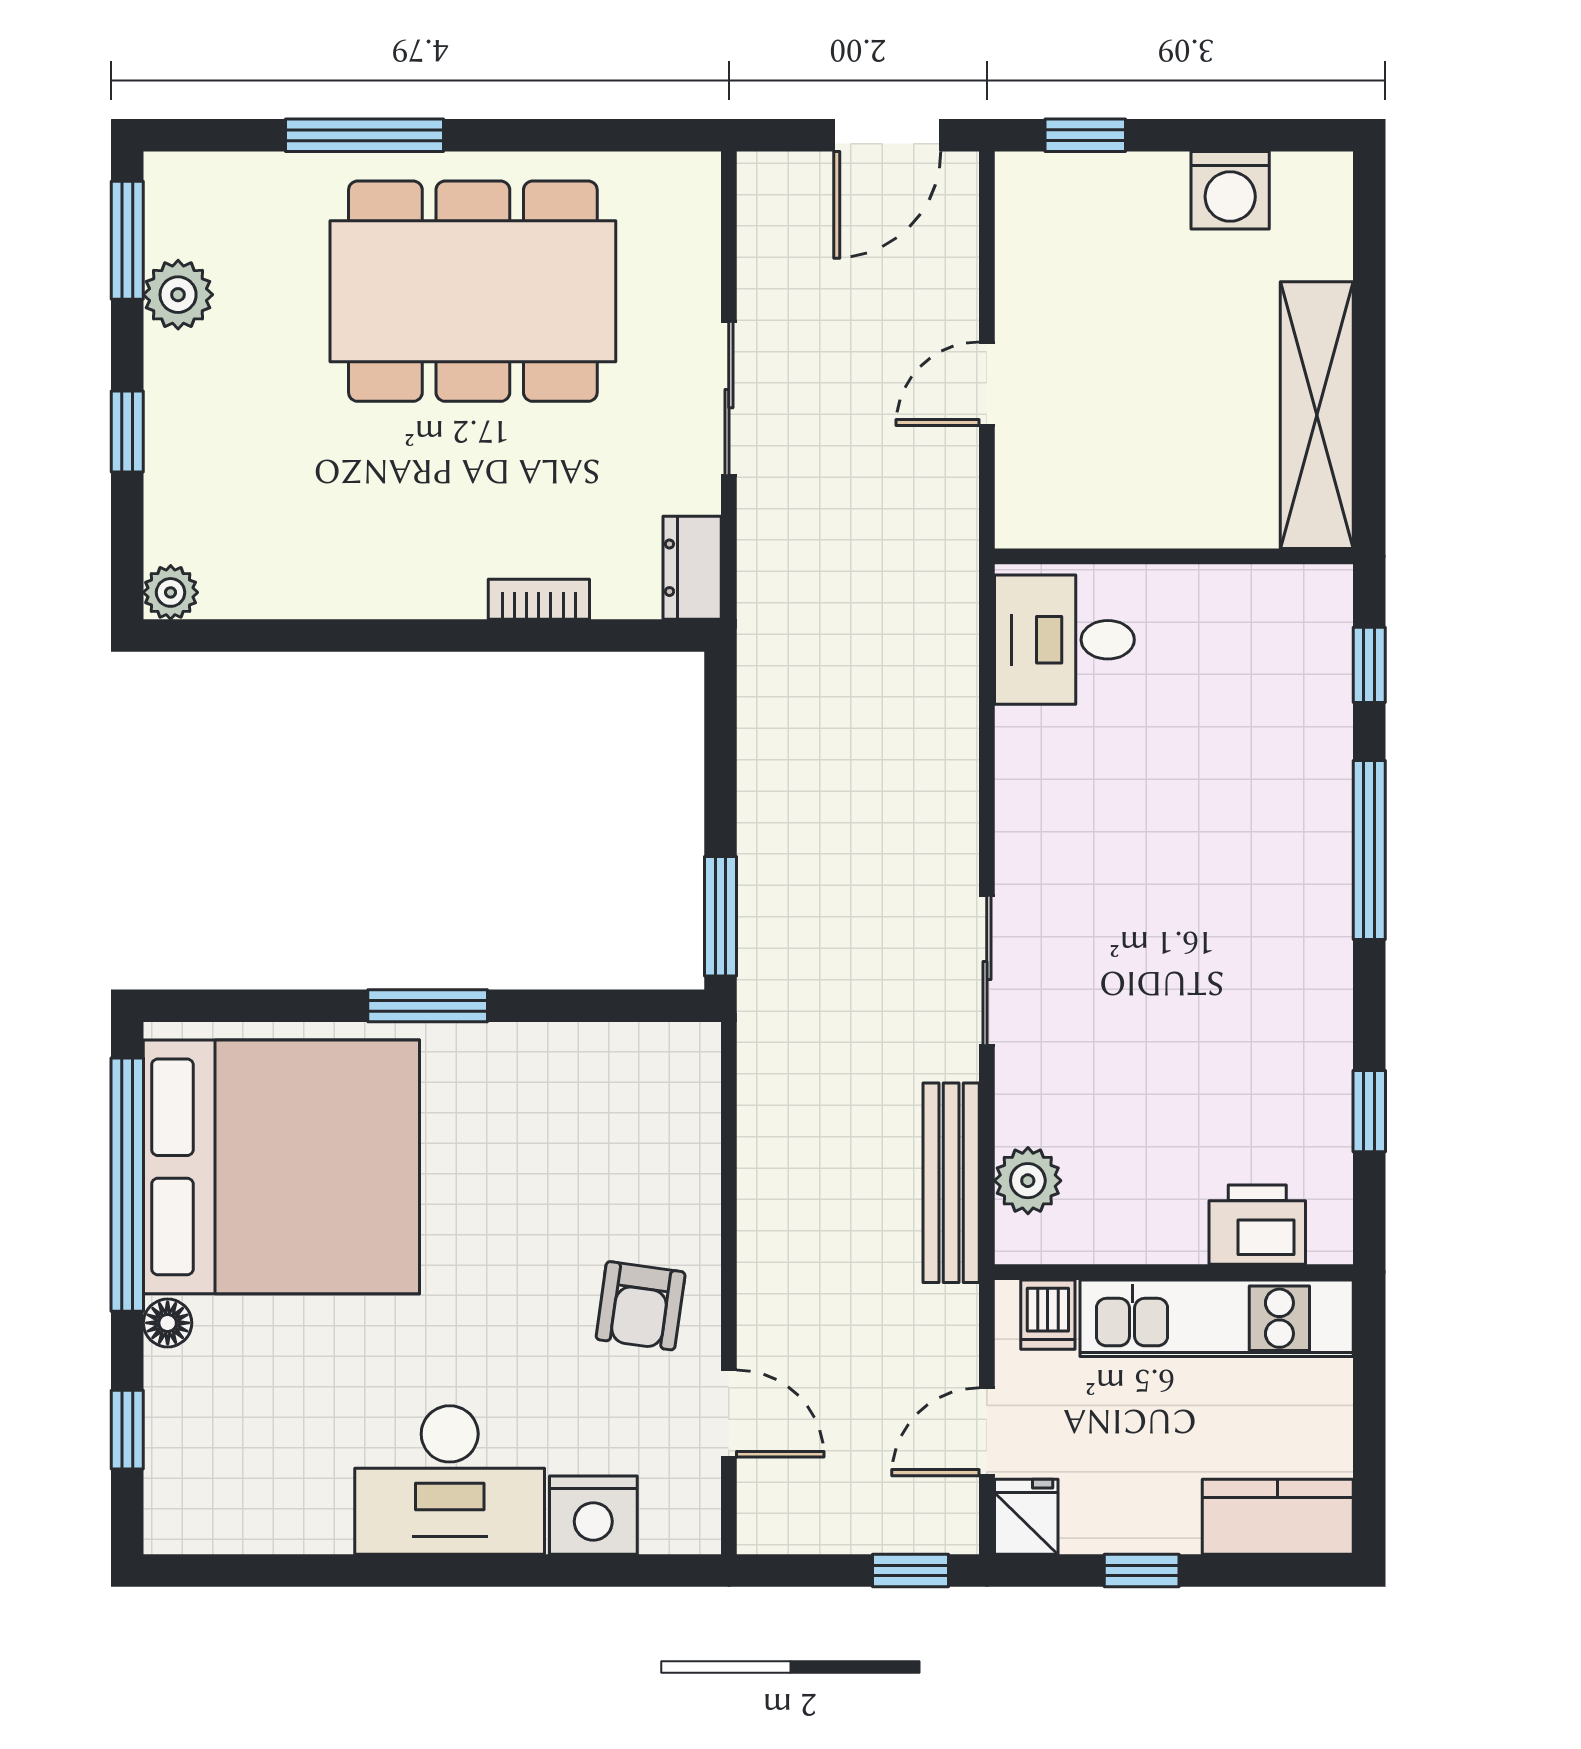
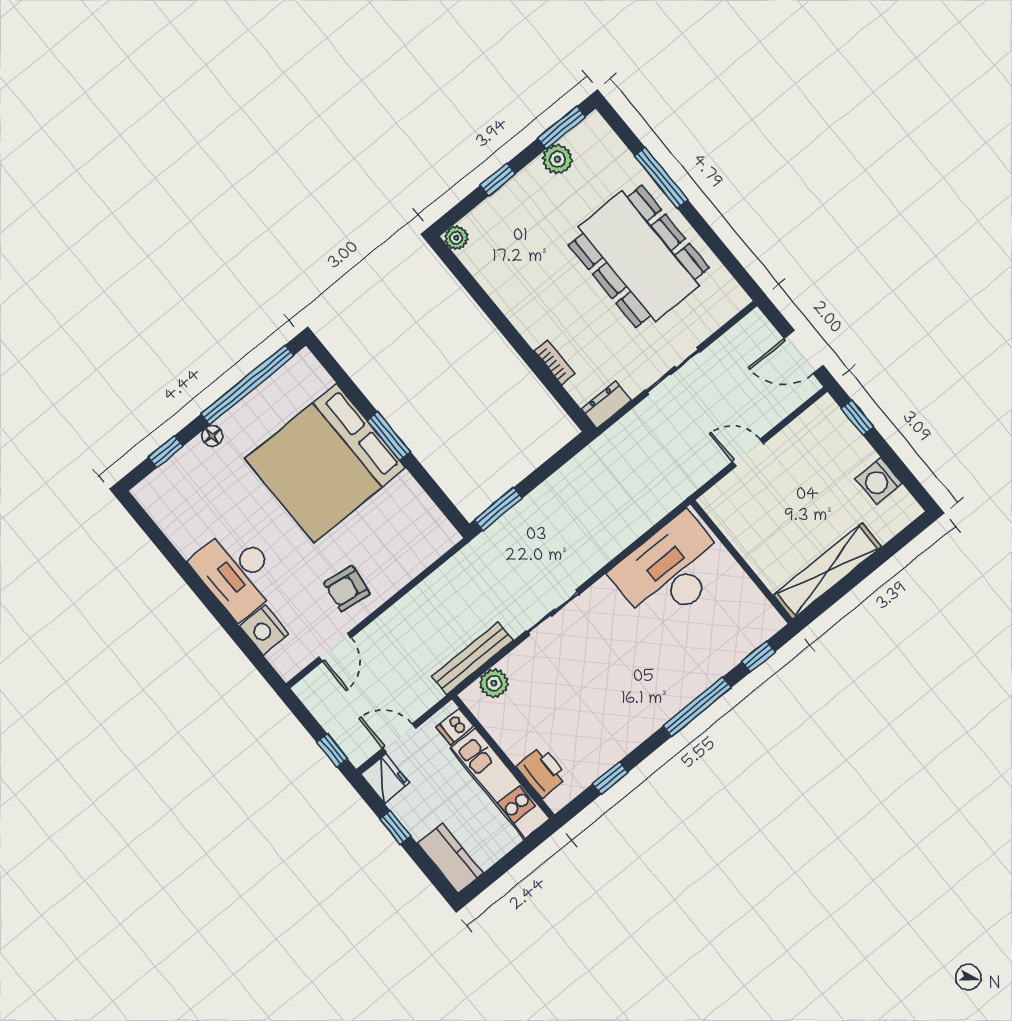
desk: (1064, 640) -> (671, 571), width x1.87, depth x1.30
bed: (281, 1167) -> (325, 463), moved, turned 90
fridge: (1026, 1517) -> (385, 778), width x1.38

